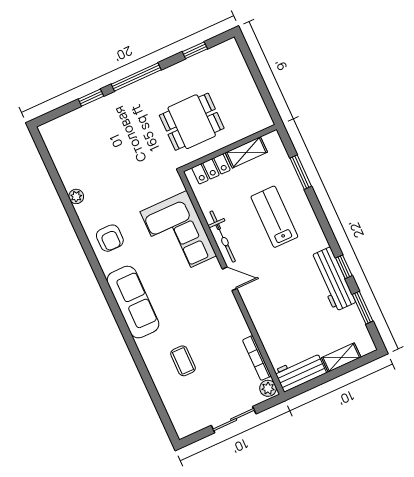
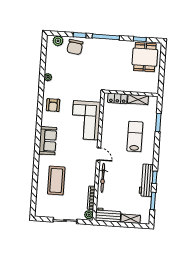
chair: (94, 122) -> (75, 47), added
dining table: (192, 122) -> (145, 57), moved, turned 90
plant: (60, 127) -> (58, 41), added
bicycle: (223, 237) -> (103, 178), moved
sofa: (133, 302) -> (48, 141), width x0.73
coffee table: (183, 361) -> (56, 181), width x1.86, depth x1.72

